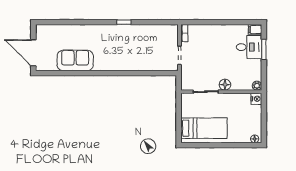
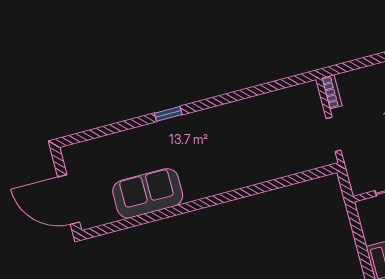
window: (124, 22) -> (168, 114), moved

